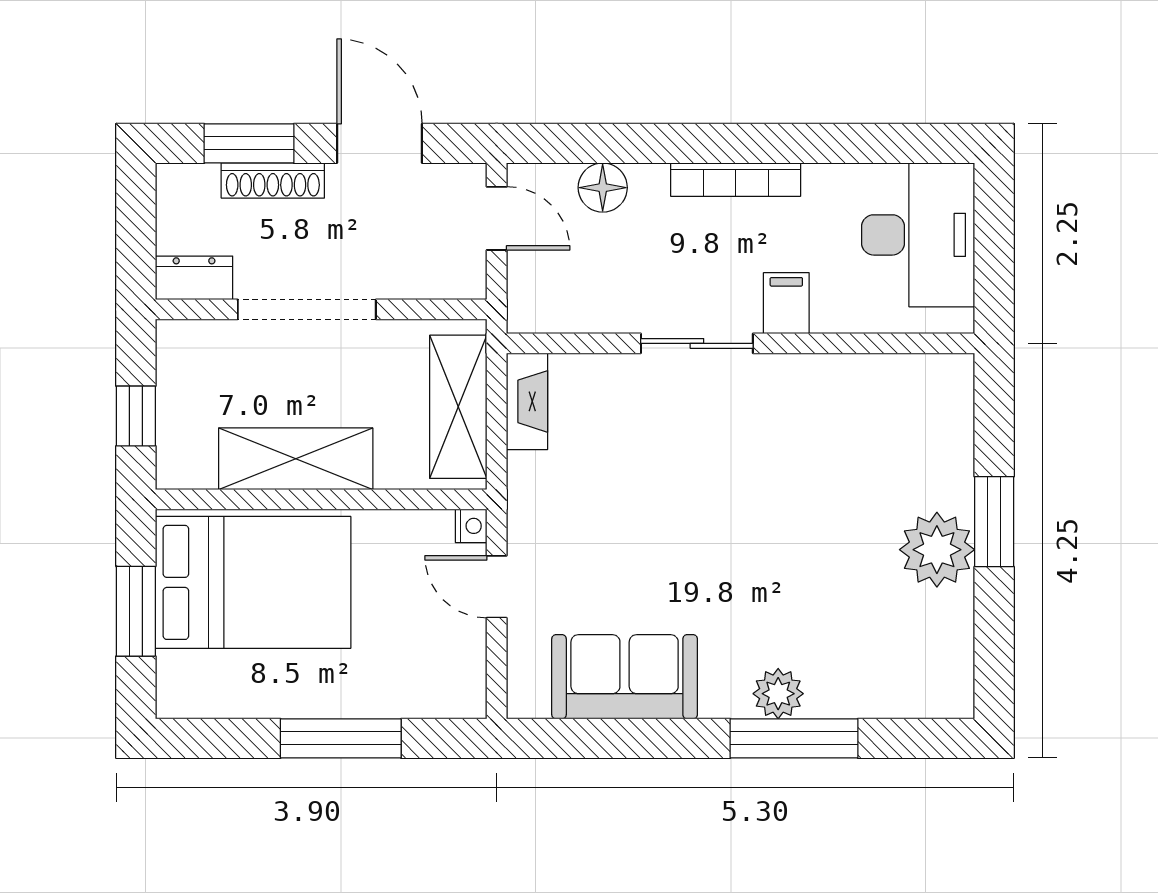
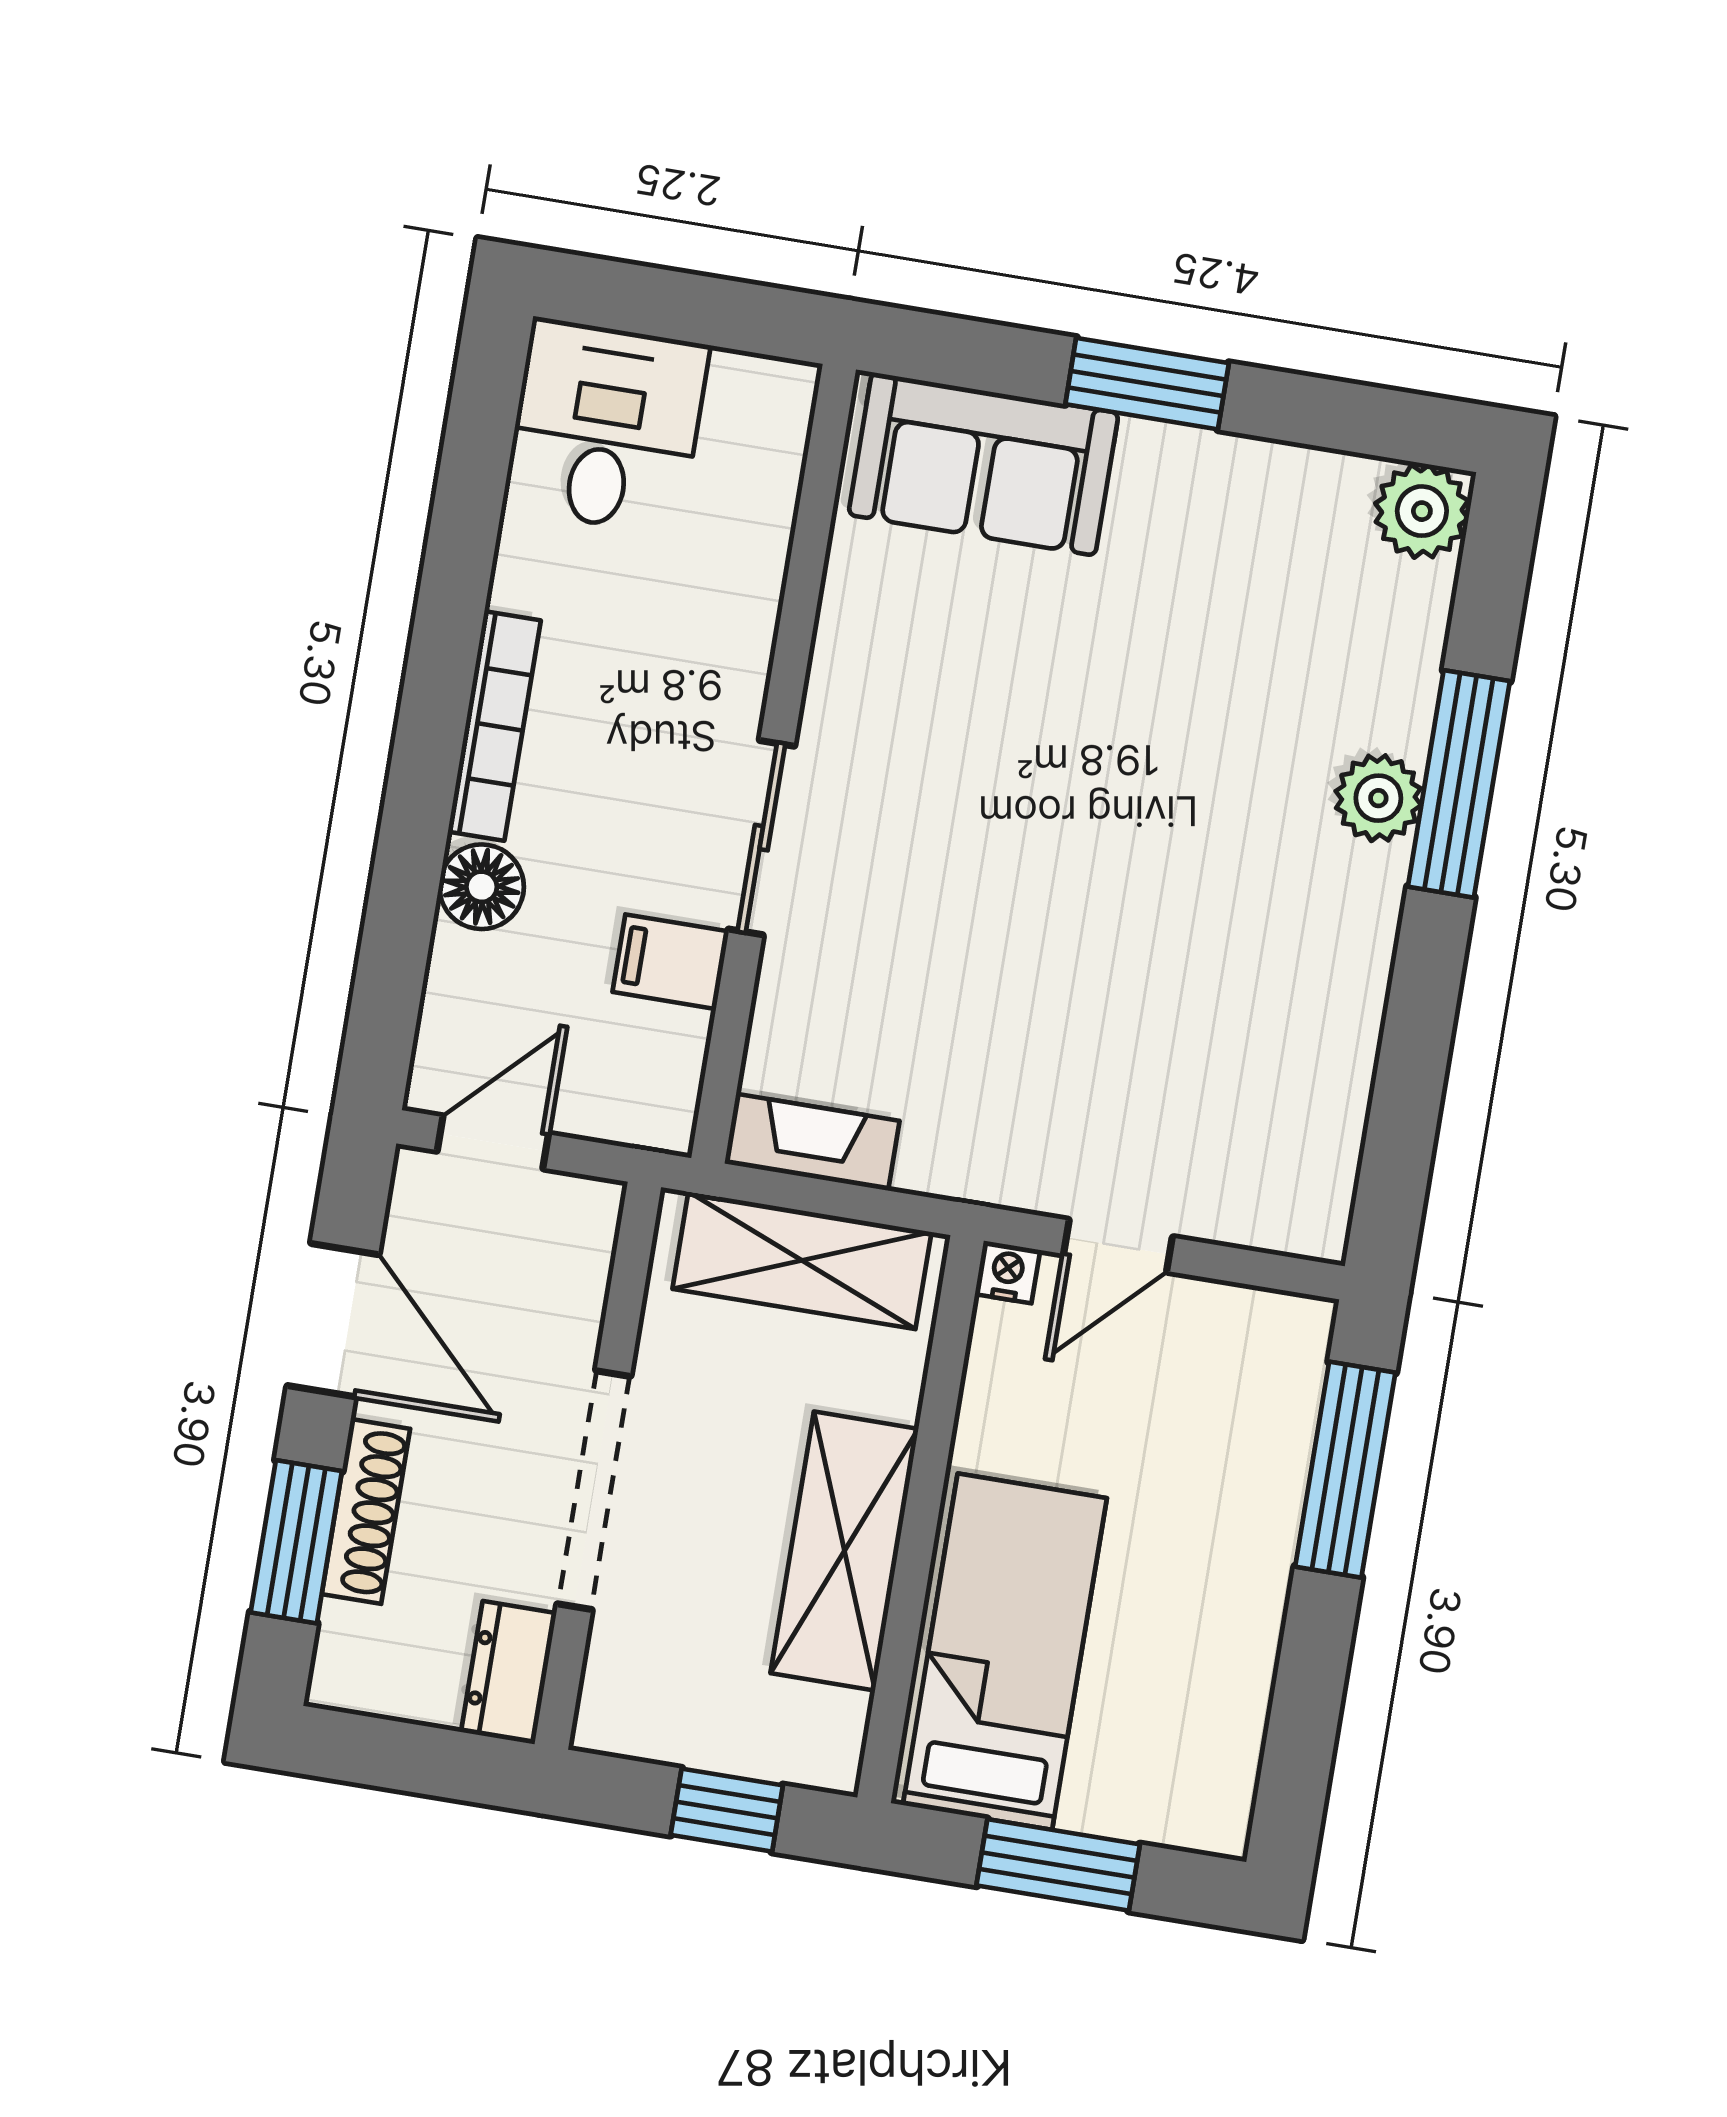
door: (380, 143) -> (333, 1320), swing flipped
floor lamp: (603, 188) -> (482, 887), moved
desk: (918, 235) -> (606, 427), width x0.73
filing cabinet: (786, 303) -> (671, 962), moved
plant: (937, 550) -> (1422, 511), moved, width x0.73, depth x0.73
bed: (253, 582) -> (1005, 1652), width x0.67
sofa: (625, 677) -> (983, 464), moved, turned -90
window: (341, 738) -> (1345, 1470), moved

